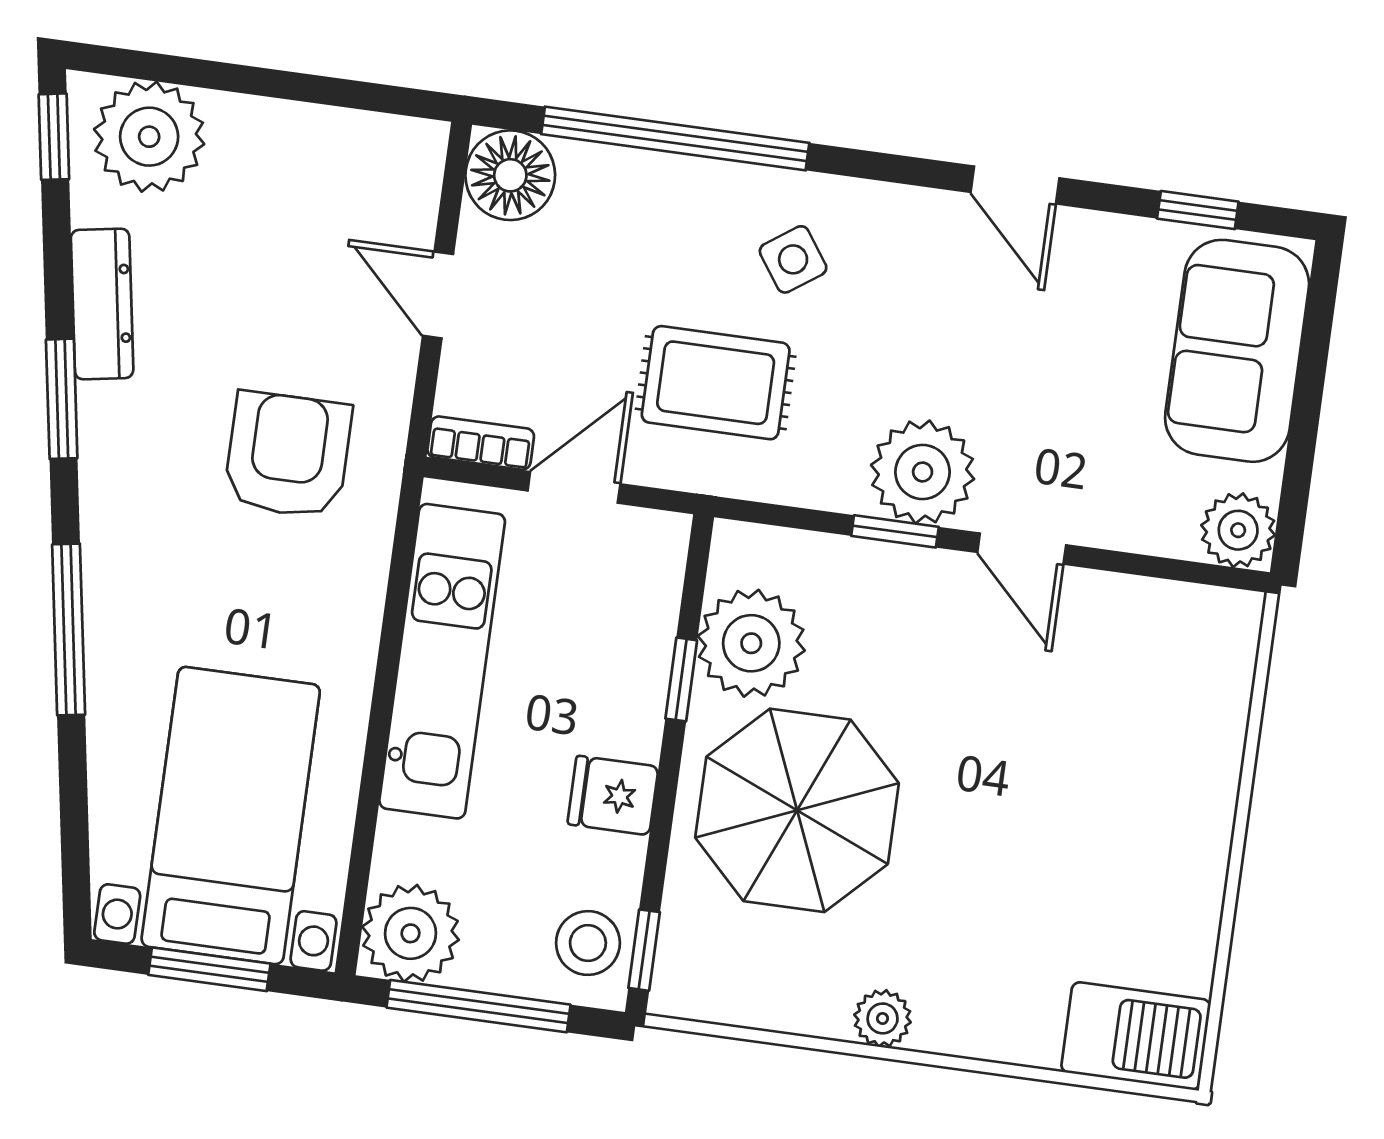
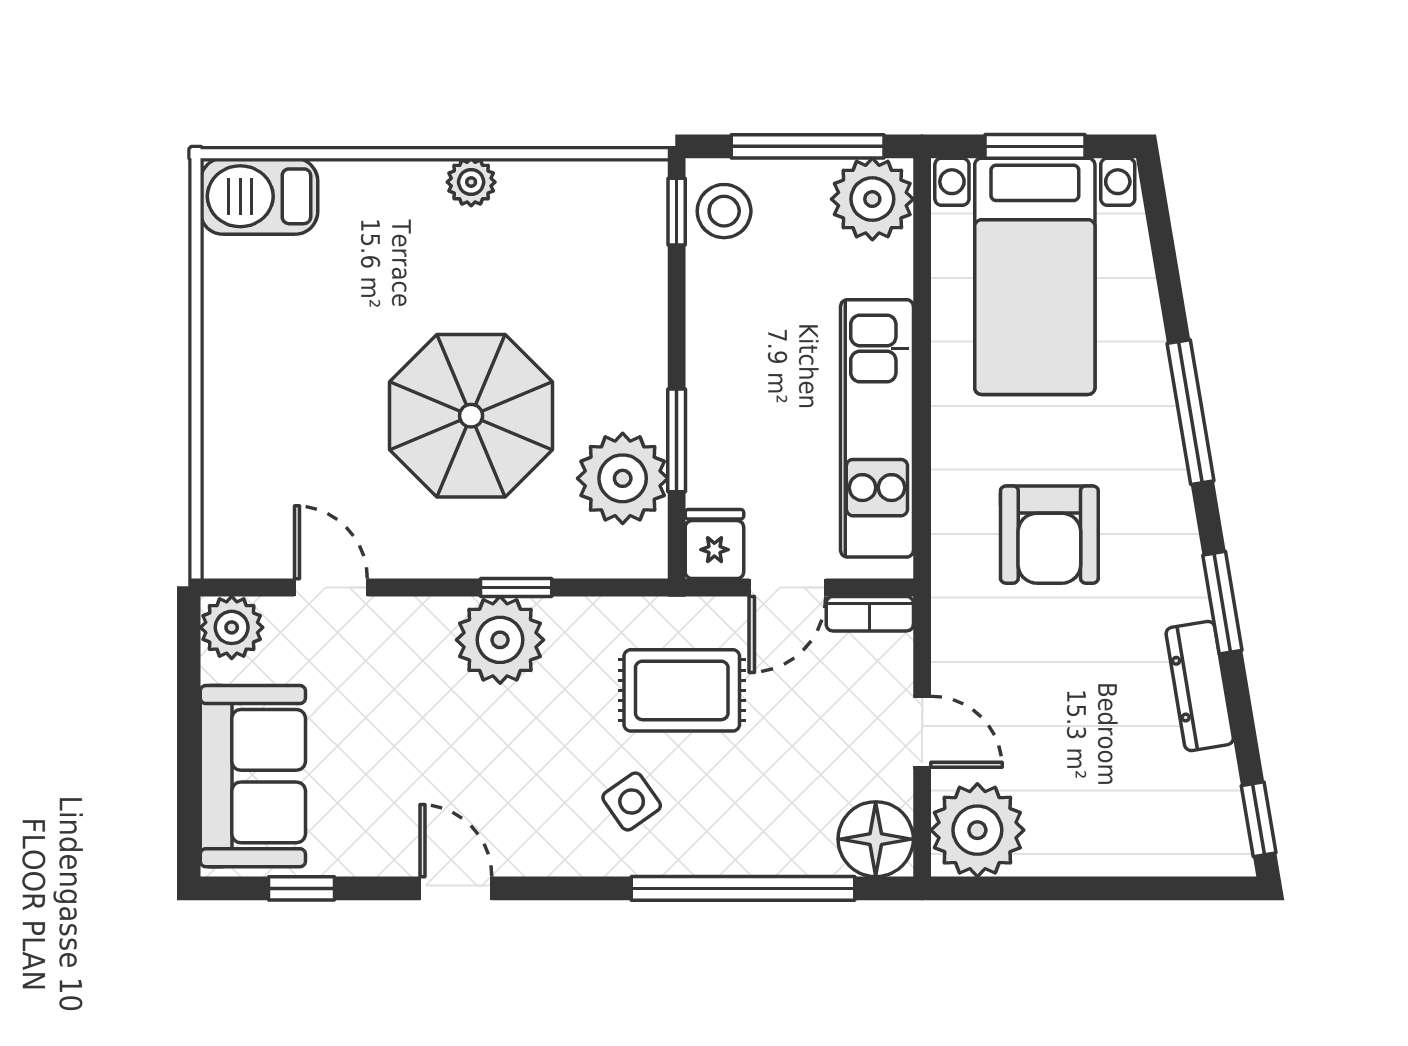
plant: (149, 137) -> (977, 830), moved
armchair: (288, 455) -> (1049, 535), moved
door: (1022, 549) -> (331, 587), moved
window: (681, 679) -> (677, 440), width x1.50
fridge: (613, 795) -> (714, 544), moved, turned -90
parasol: (797, 810) -> (471, 416), moved

